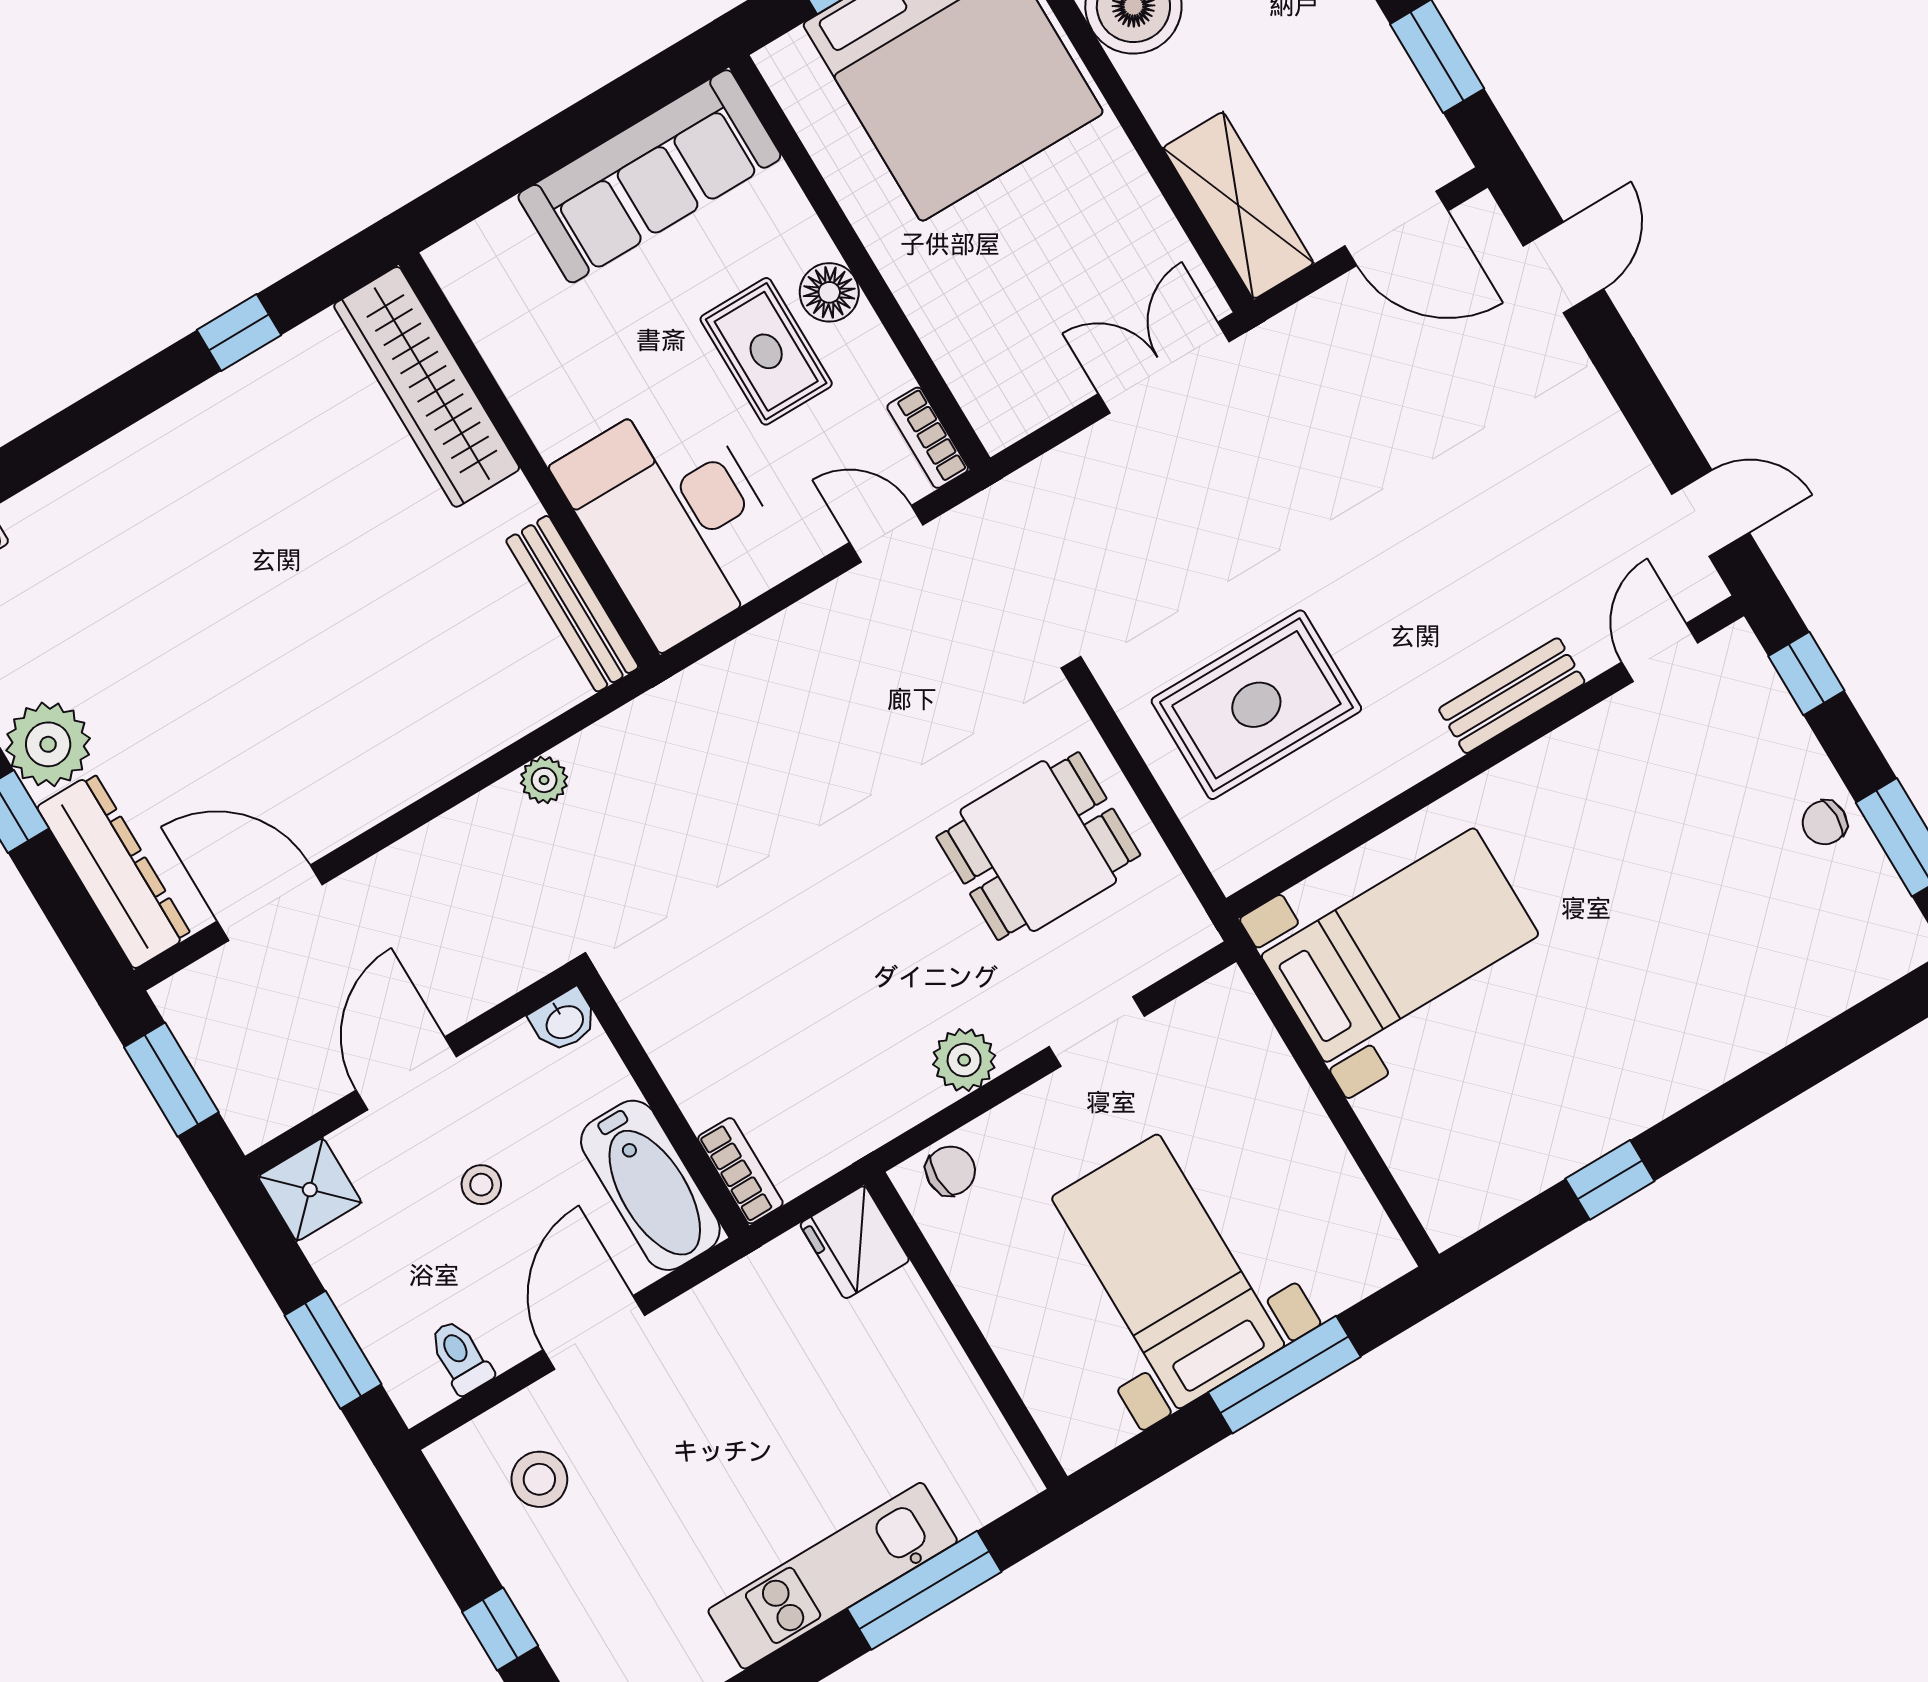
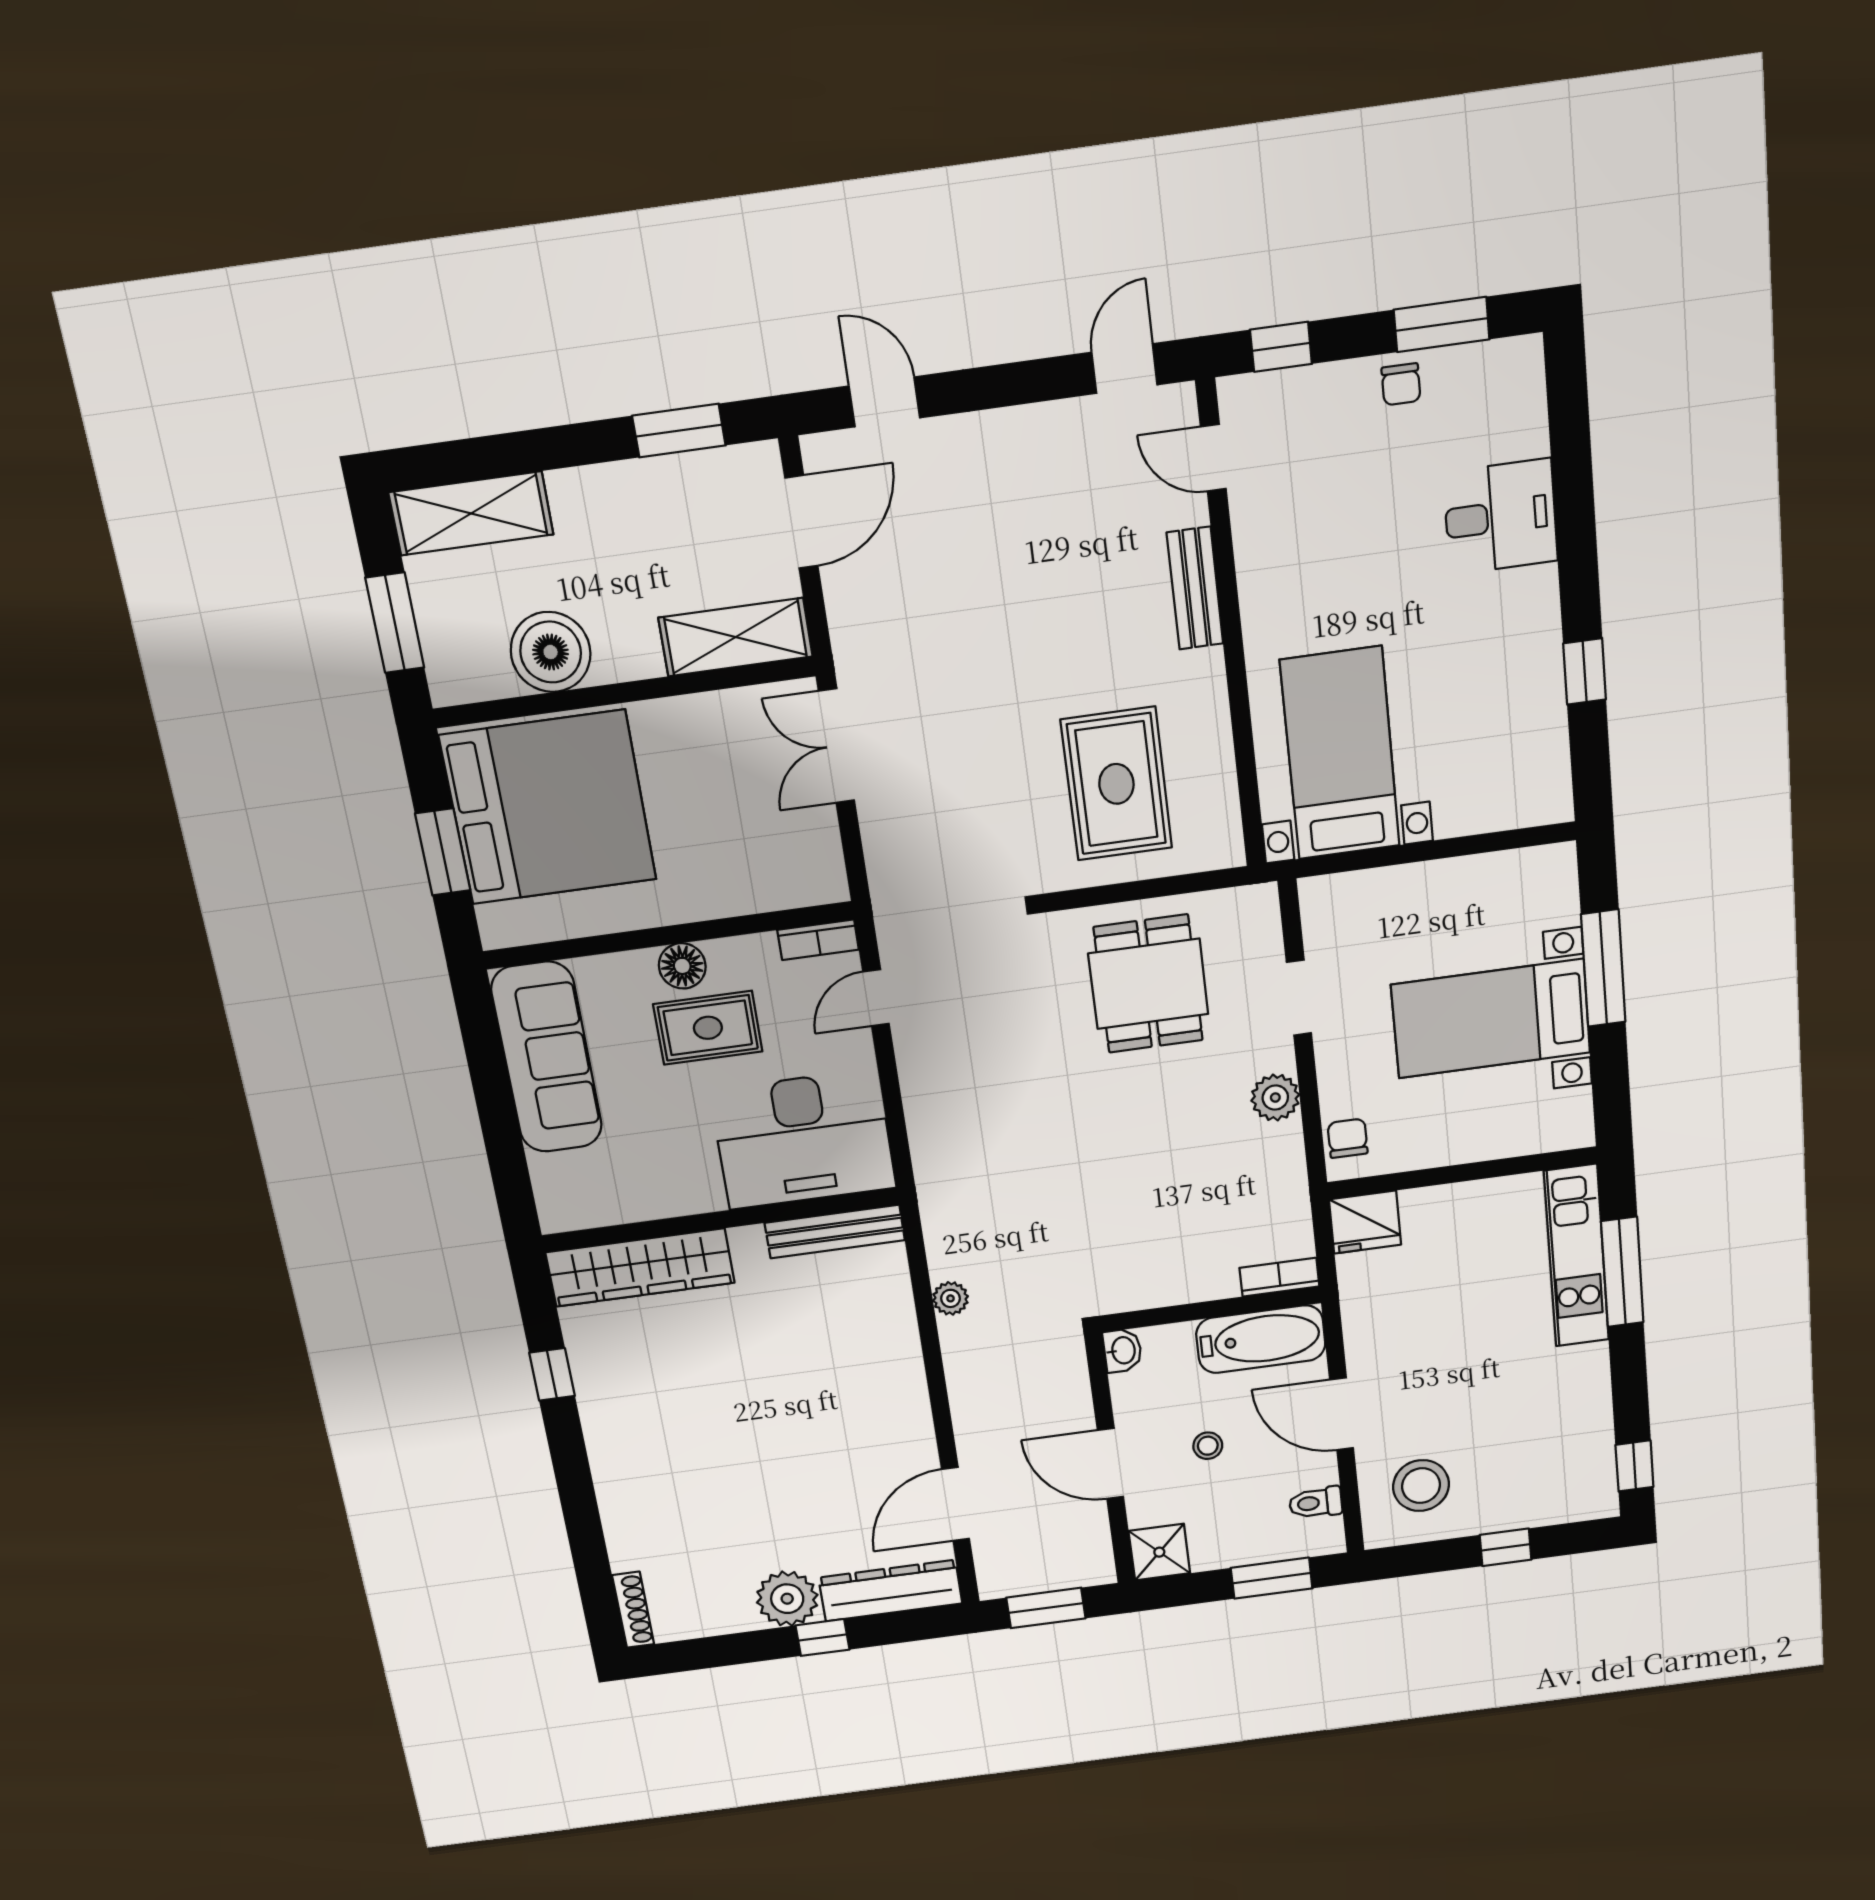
desk: (1735, 1000) -> (1500, 517), added
stool: (539, 1479) -> (1421, 1486), width x1.38, depth x1.38
kitchen unit: (833, 1576) -> (1576, 1256), moved

